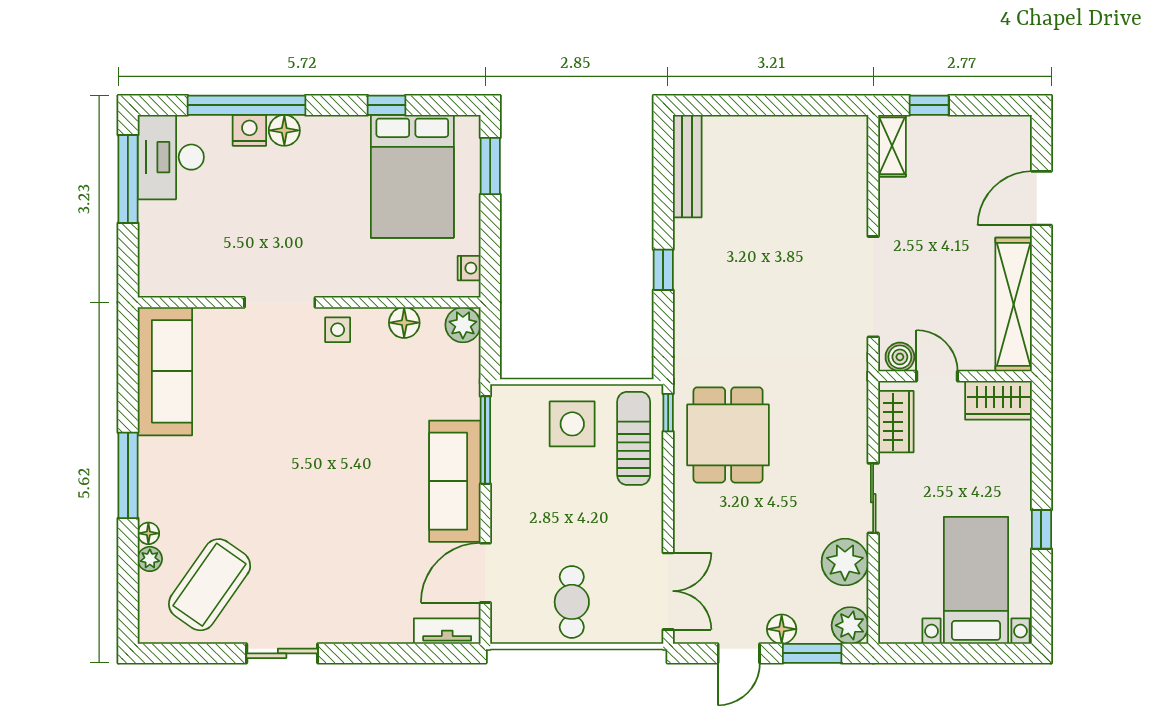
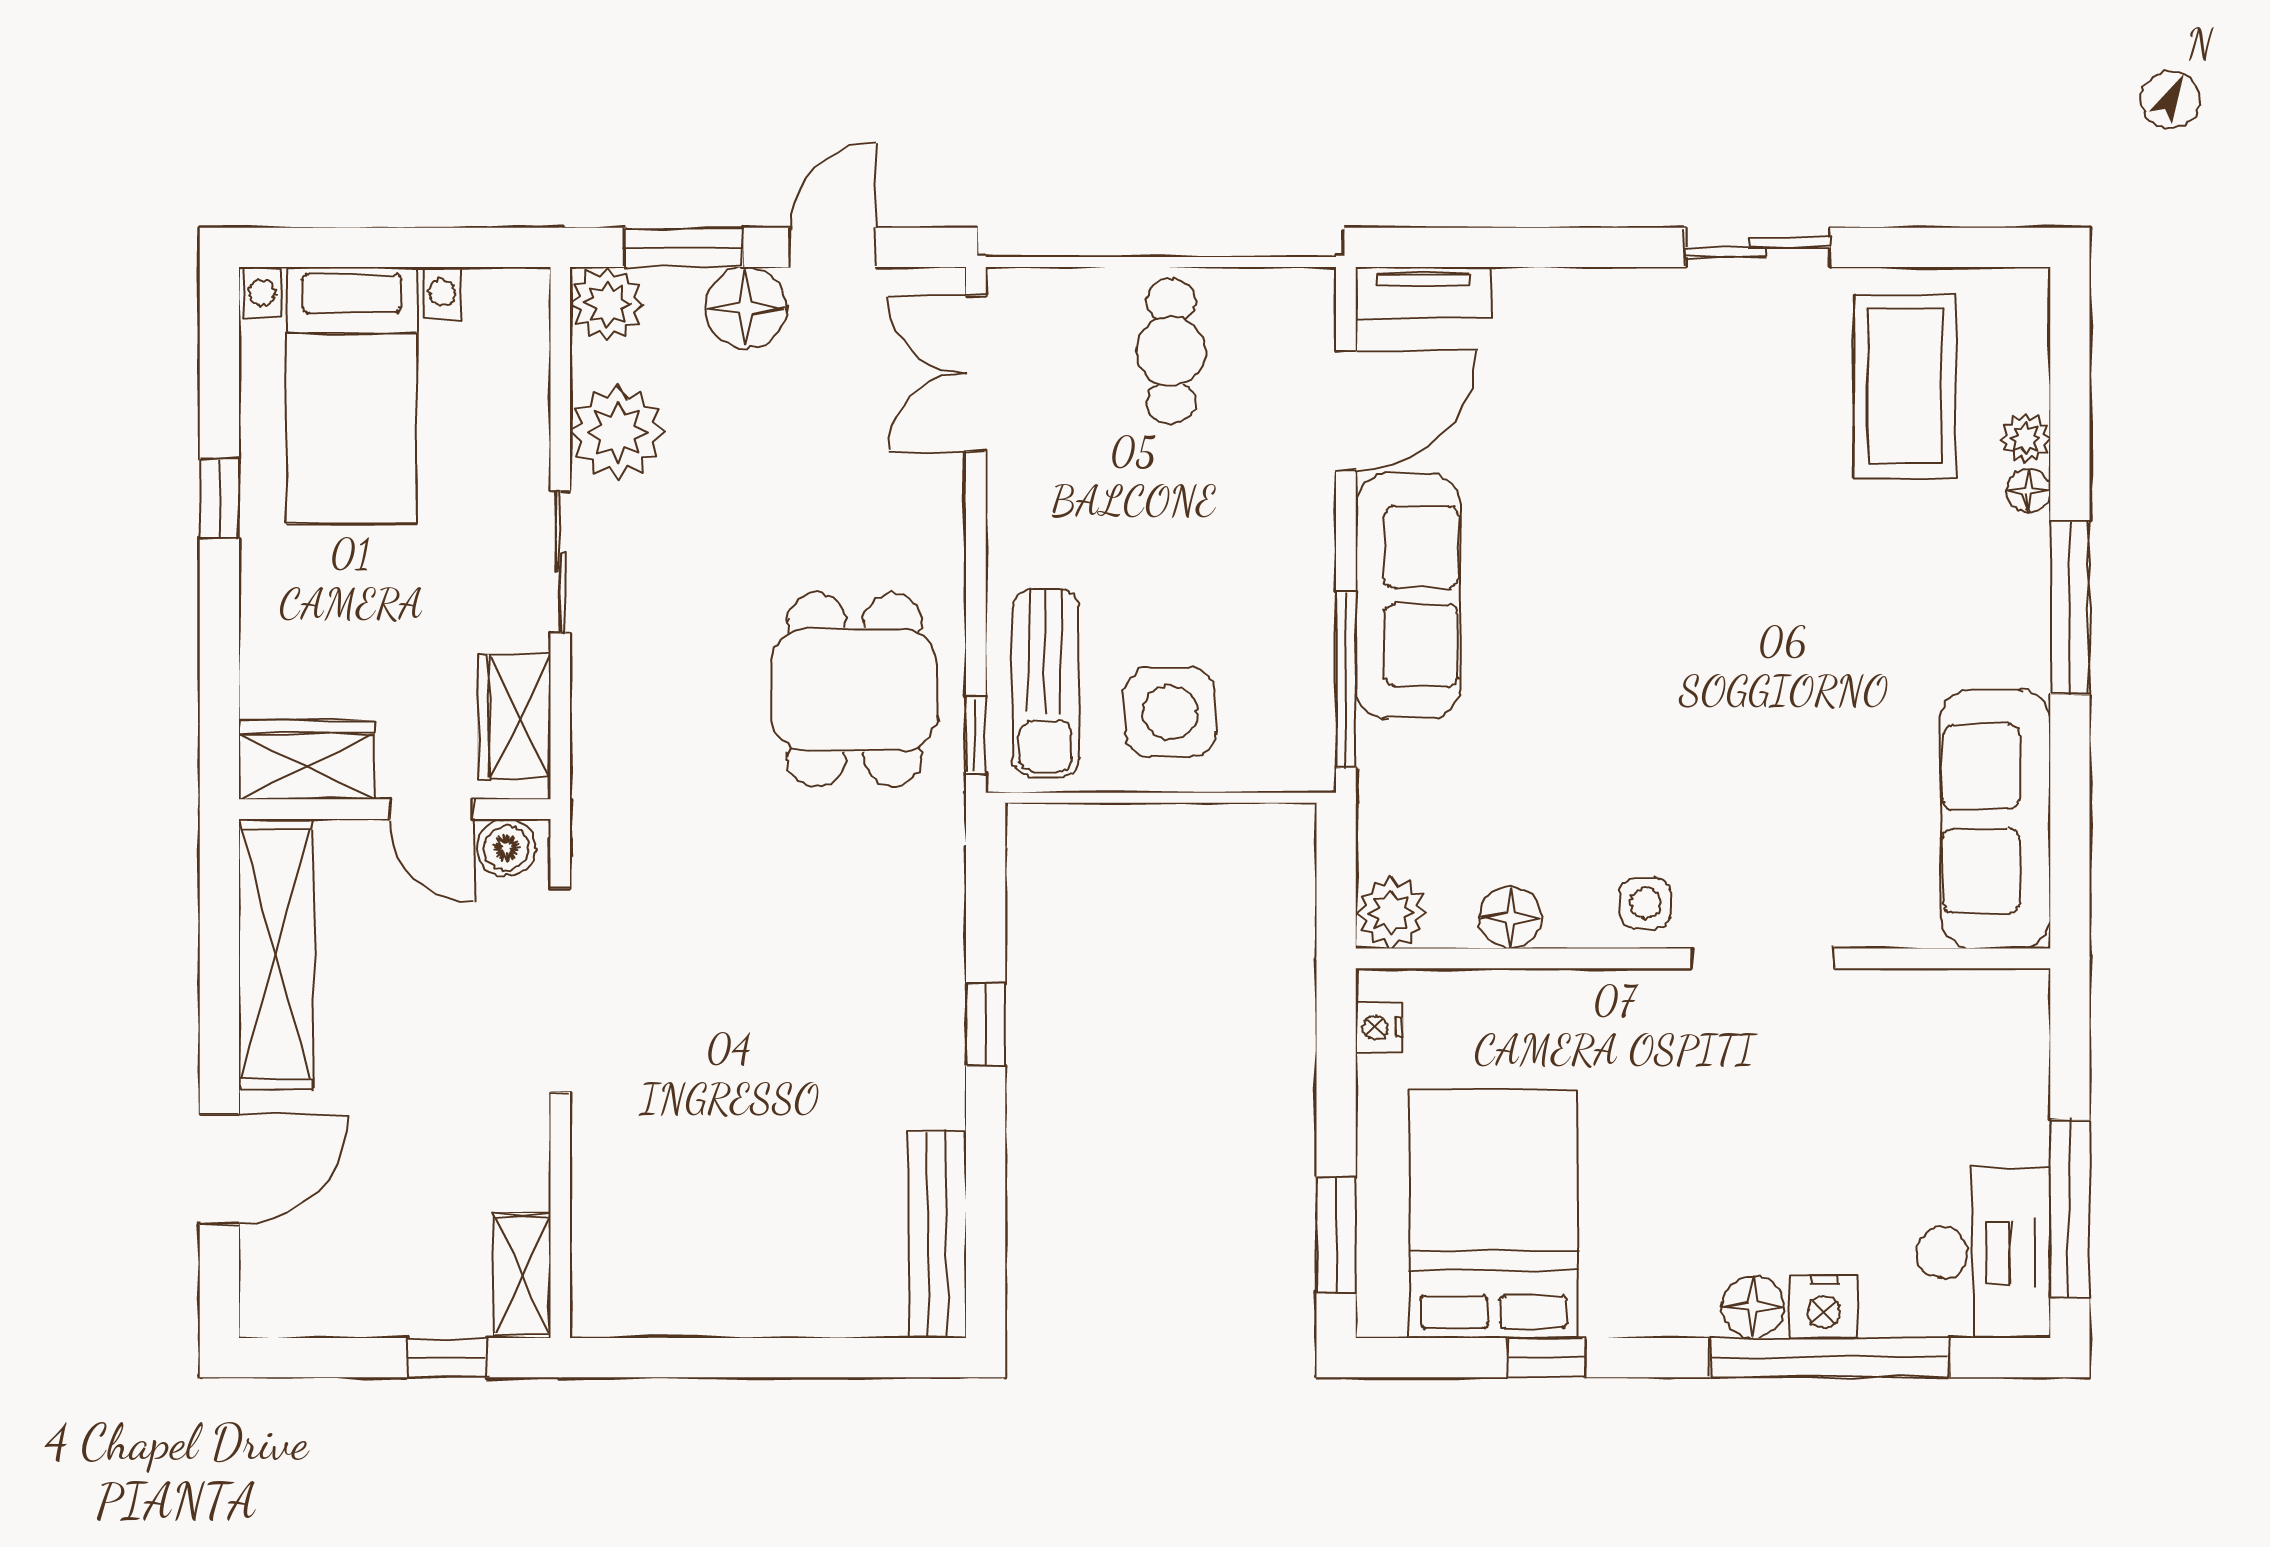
coffee table: (210, 585) -> (1905, 387), turned -35
floor lamp: (782, 629) -> (746, 308), width x1.38, depth x1.38

